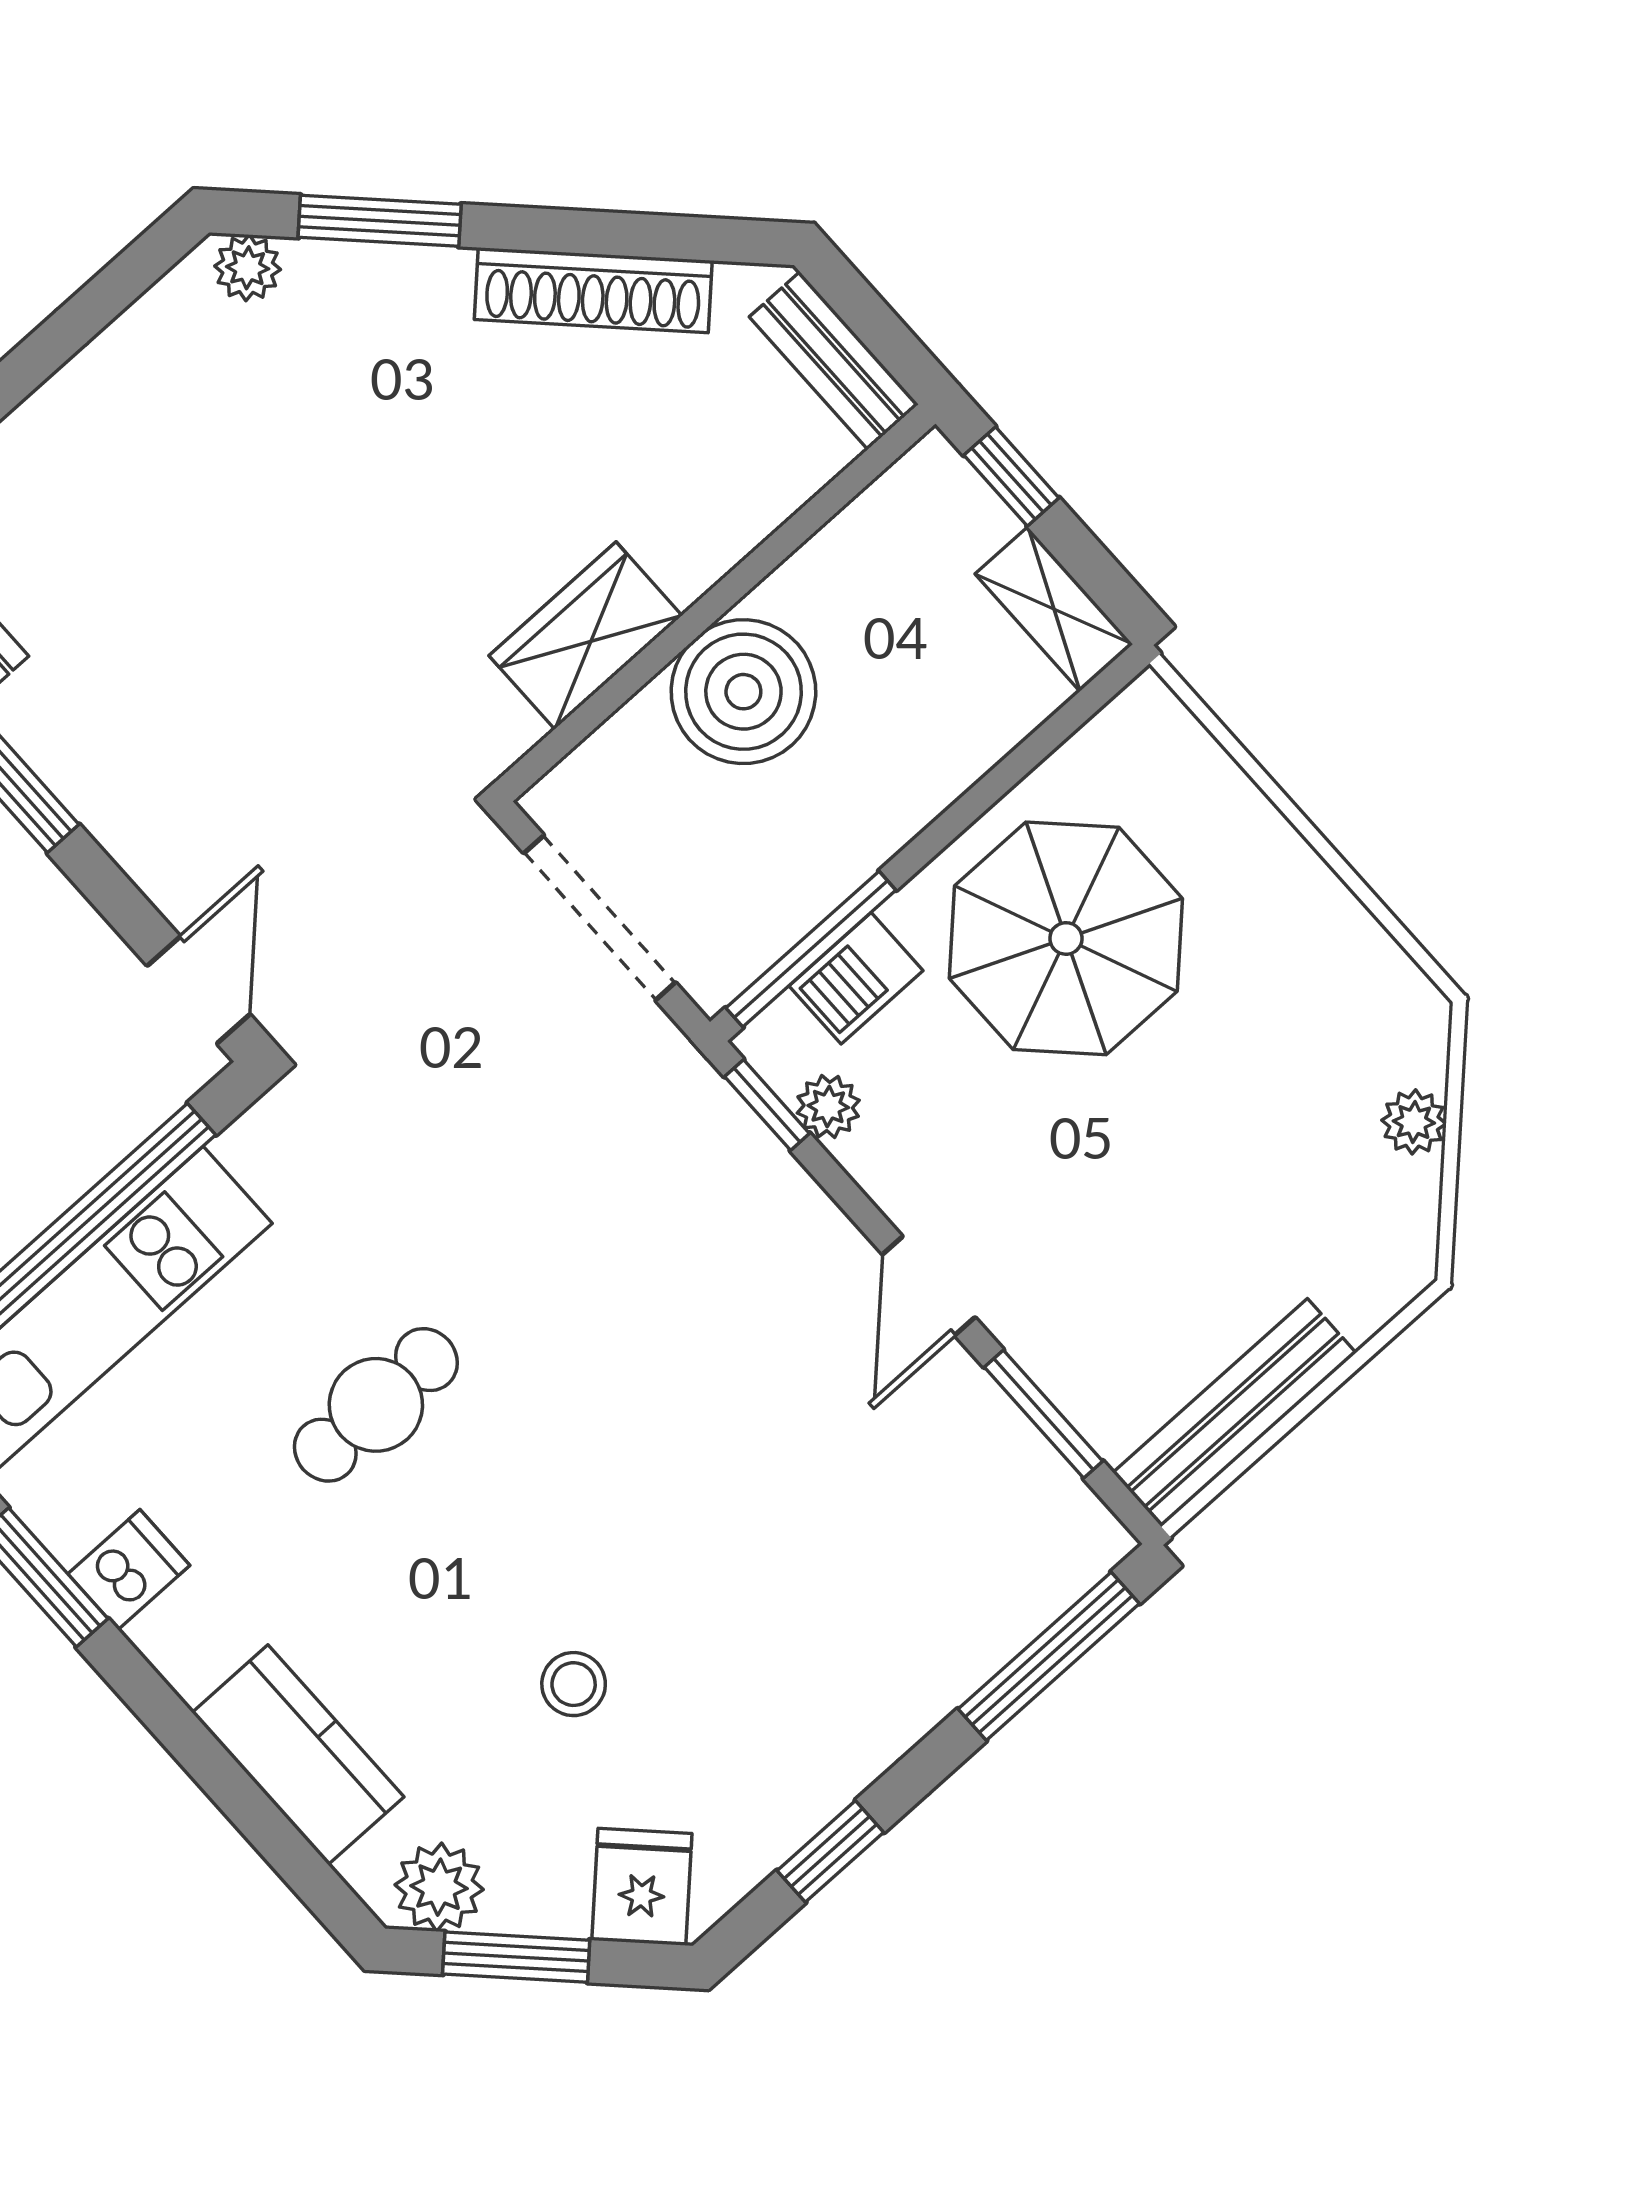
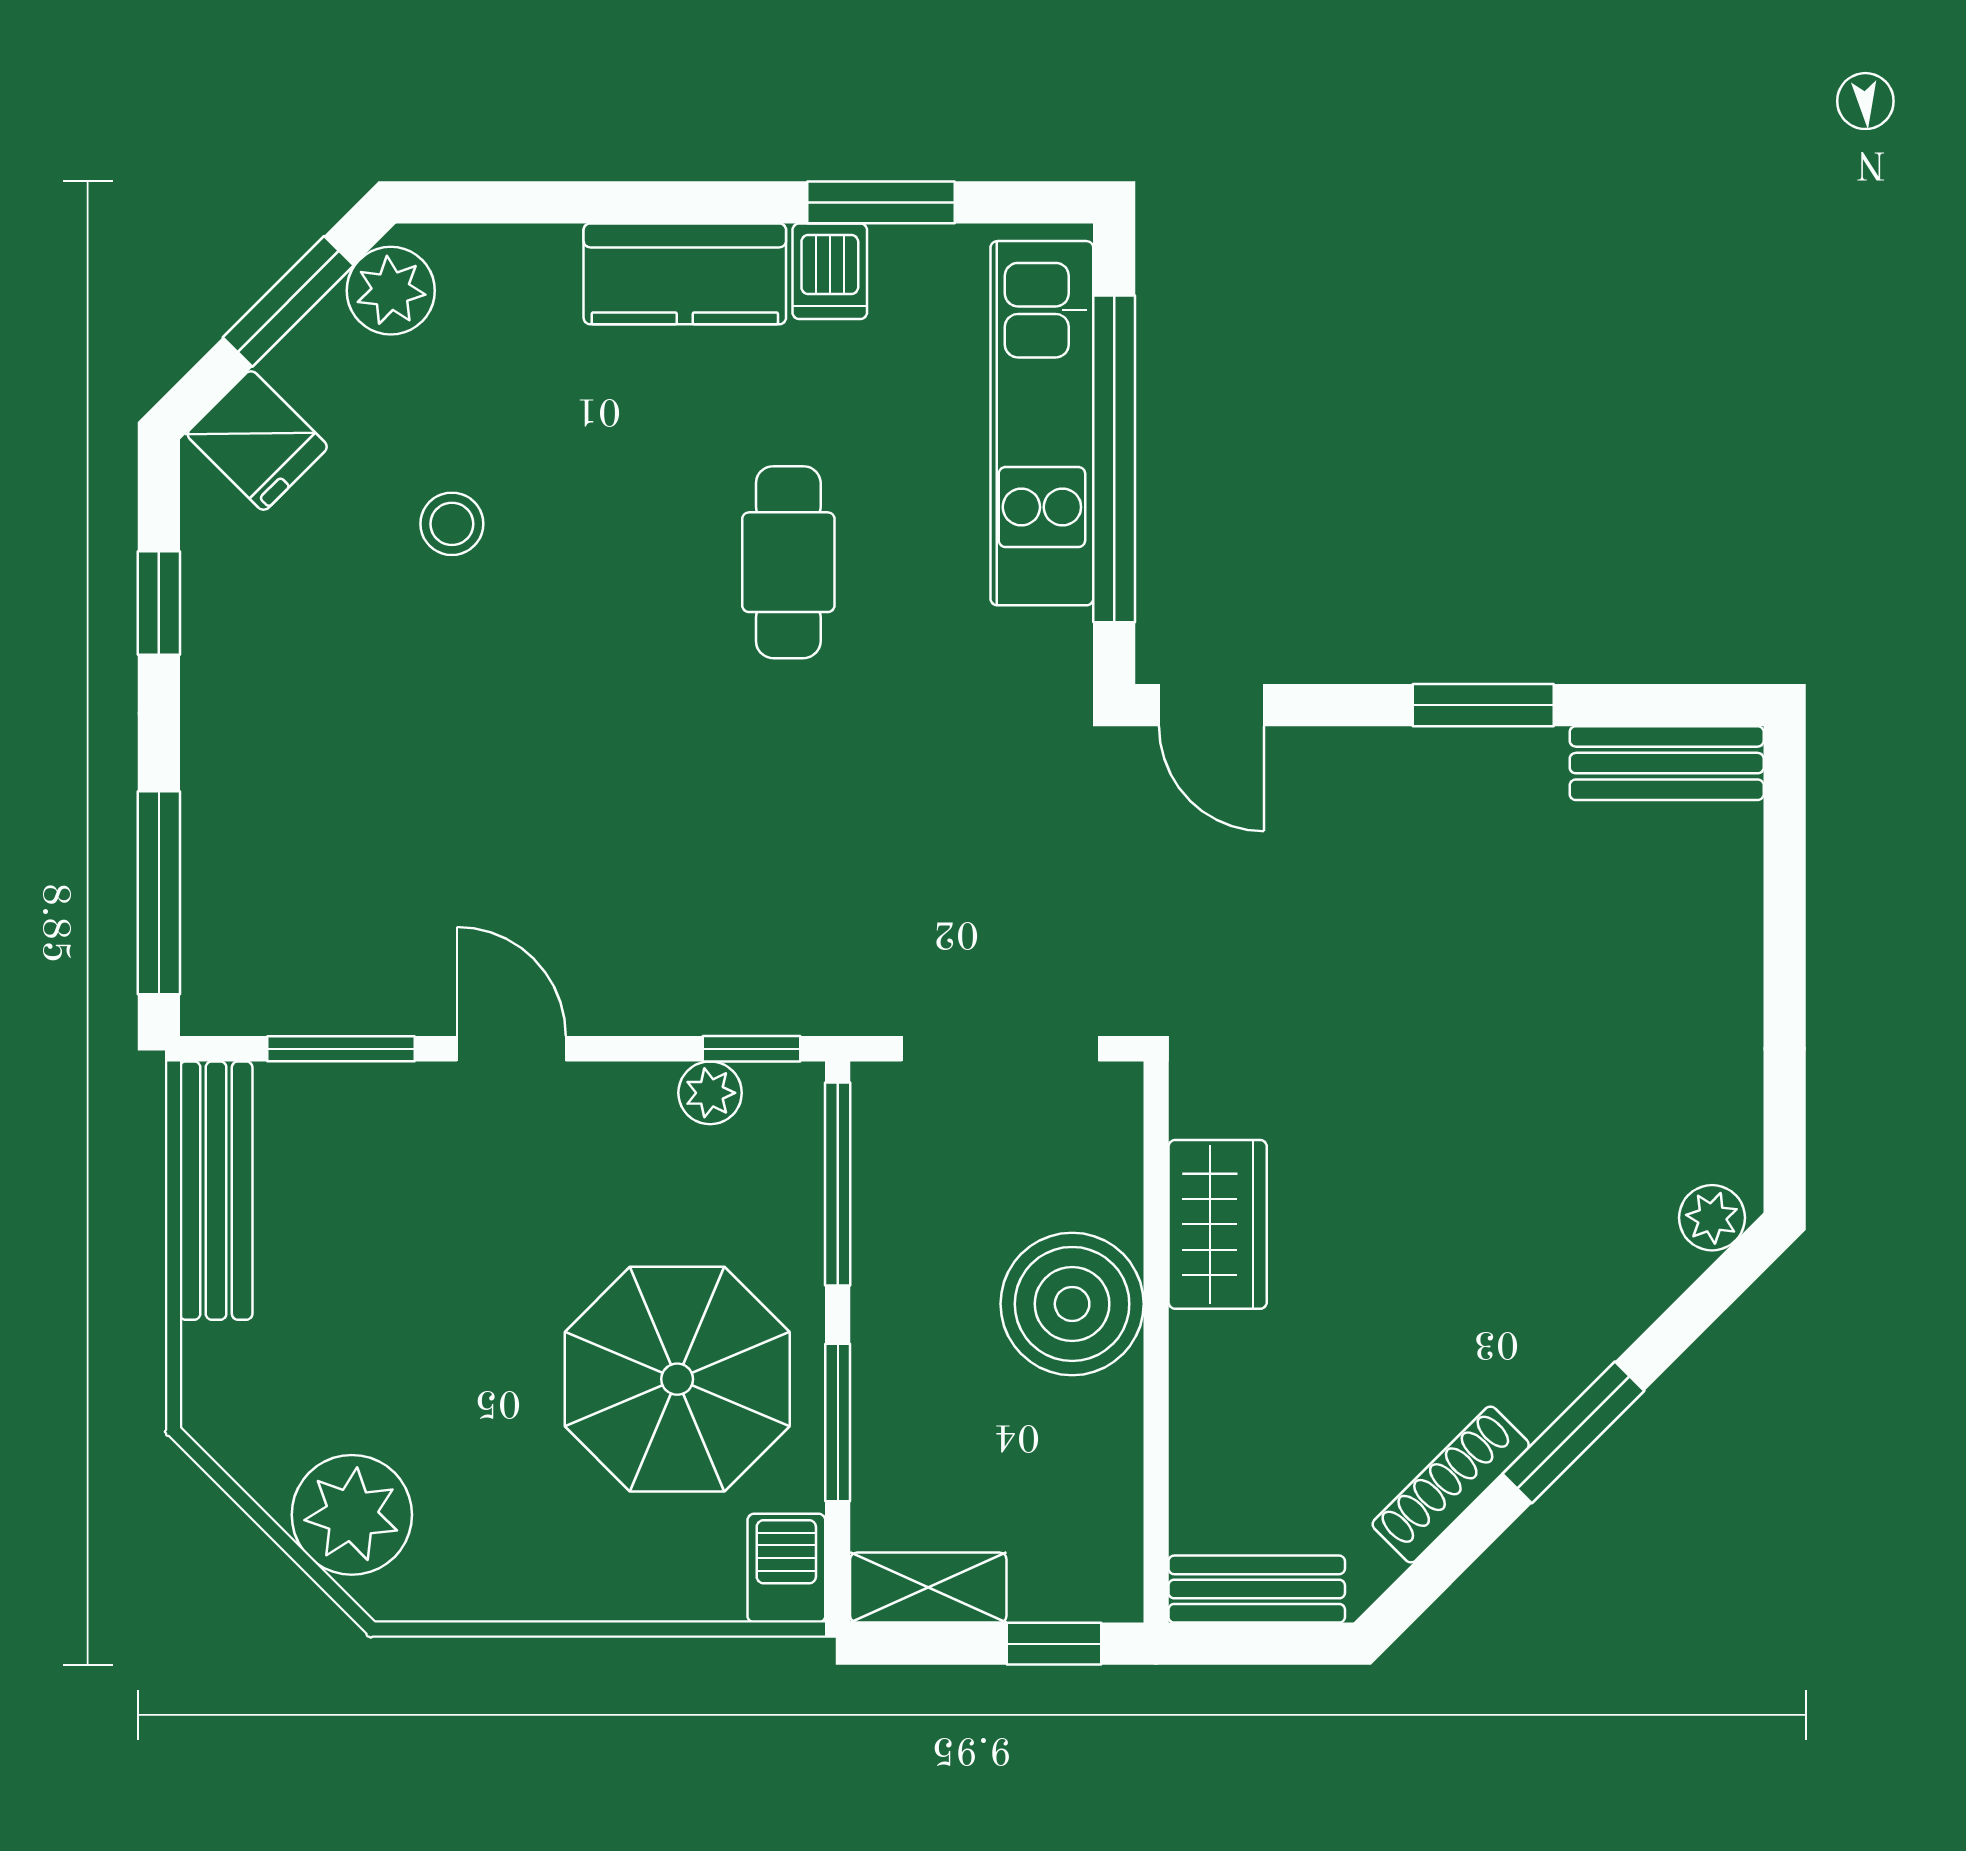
window: (380, 221) -> (1573, 1432), moved
shoe rack: (593, 290) -> (1451, 1485), width x0.74, depth x0.81
window: (991, 788) -> (838, 1423), added
barbecue: (856, 978) -> (786, 1568), moved
plant: (1414, 1122) -> (352, 1515), width x1.88, depth x1.88
kitchen counter: (298, 1755) -> (685, 274), moved

